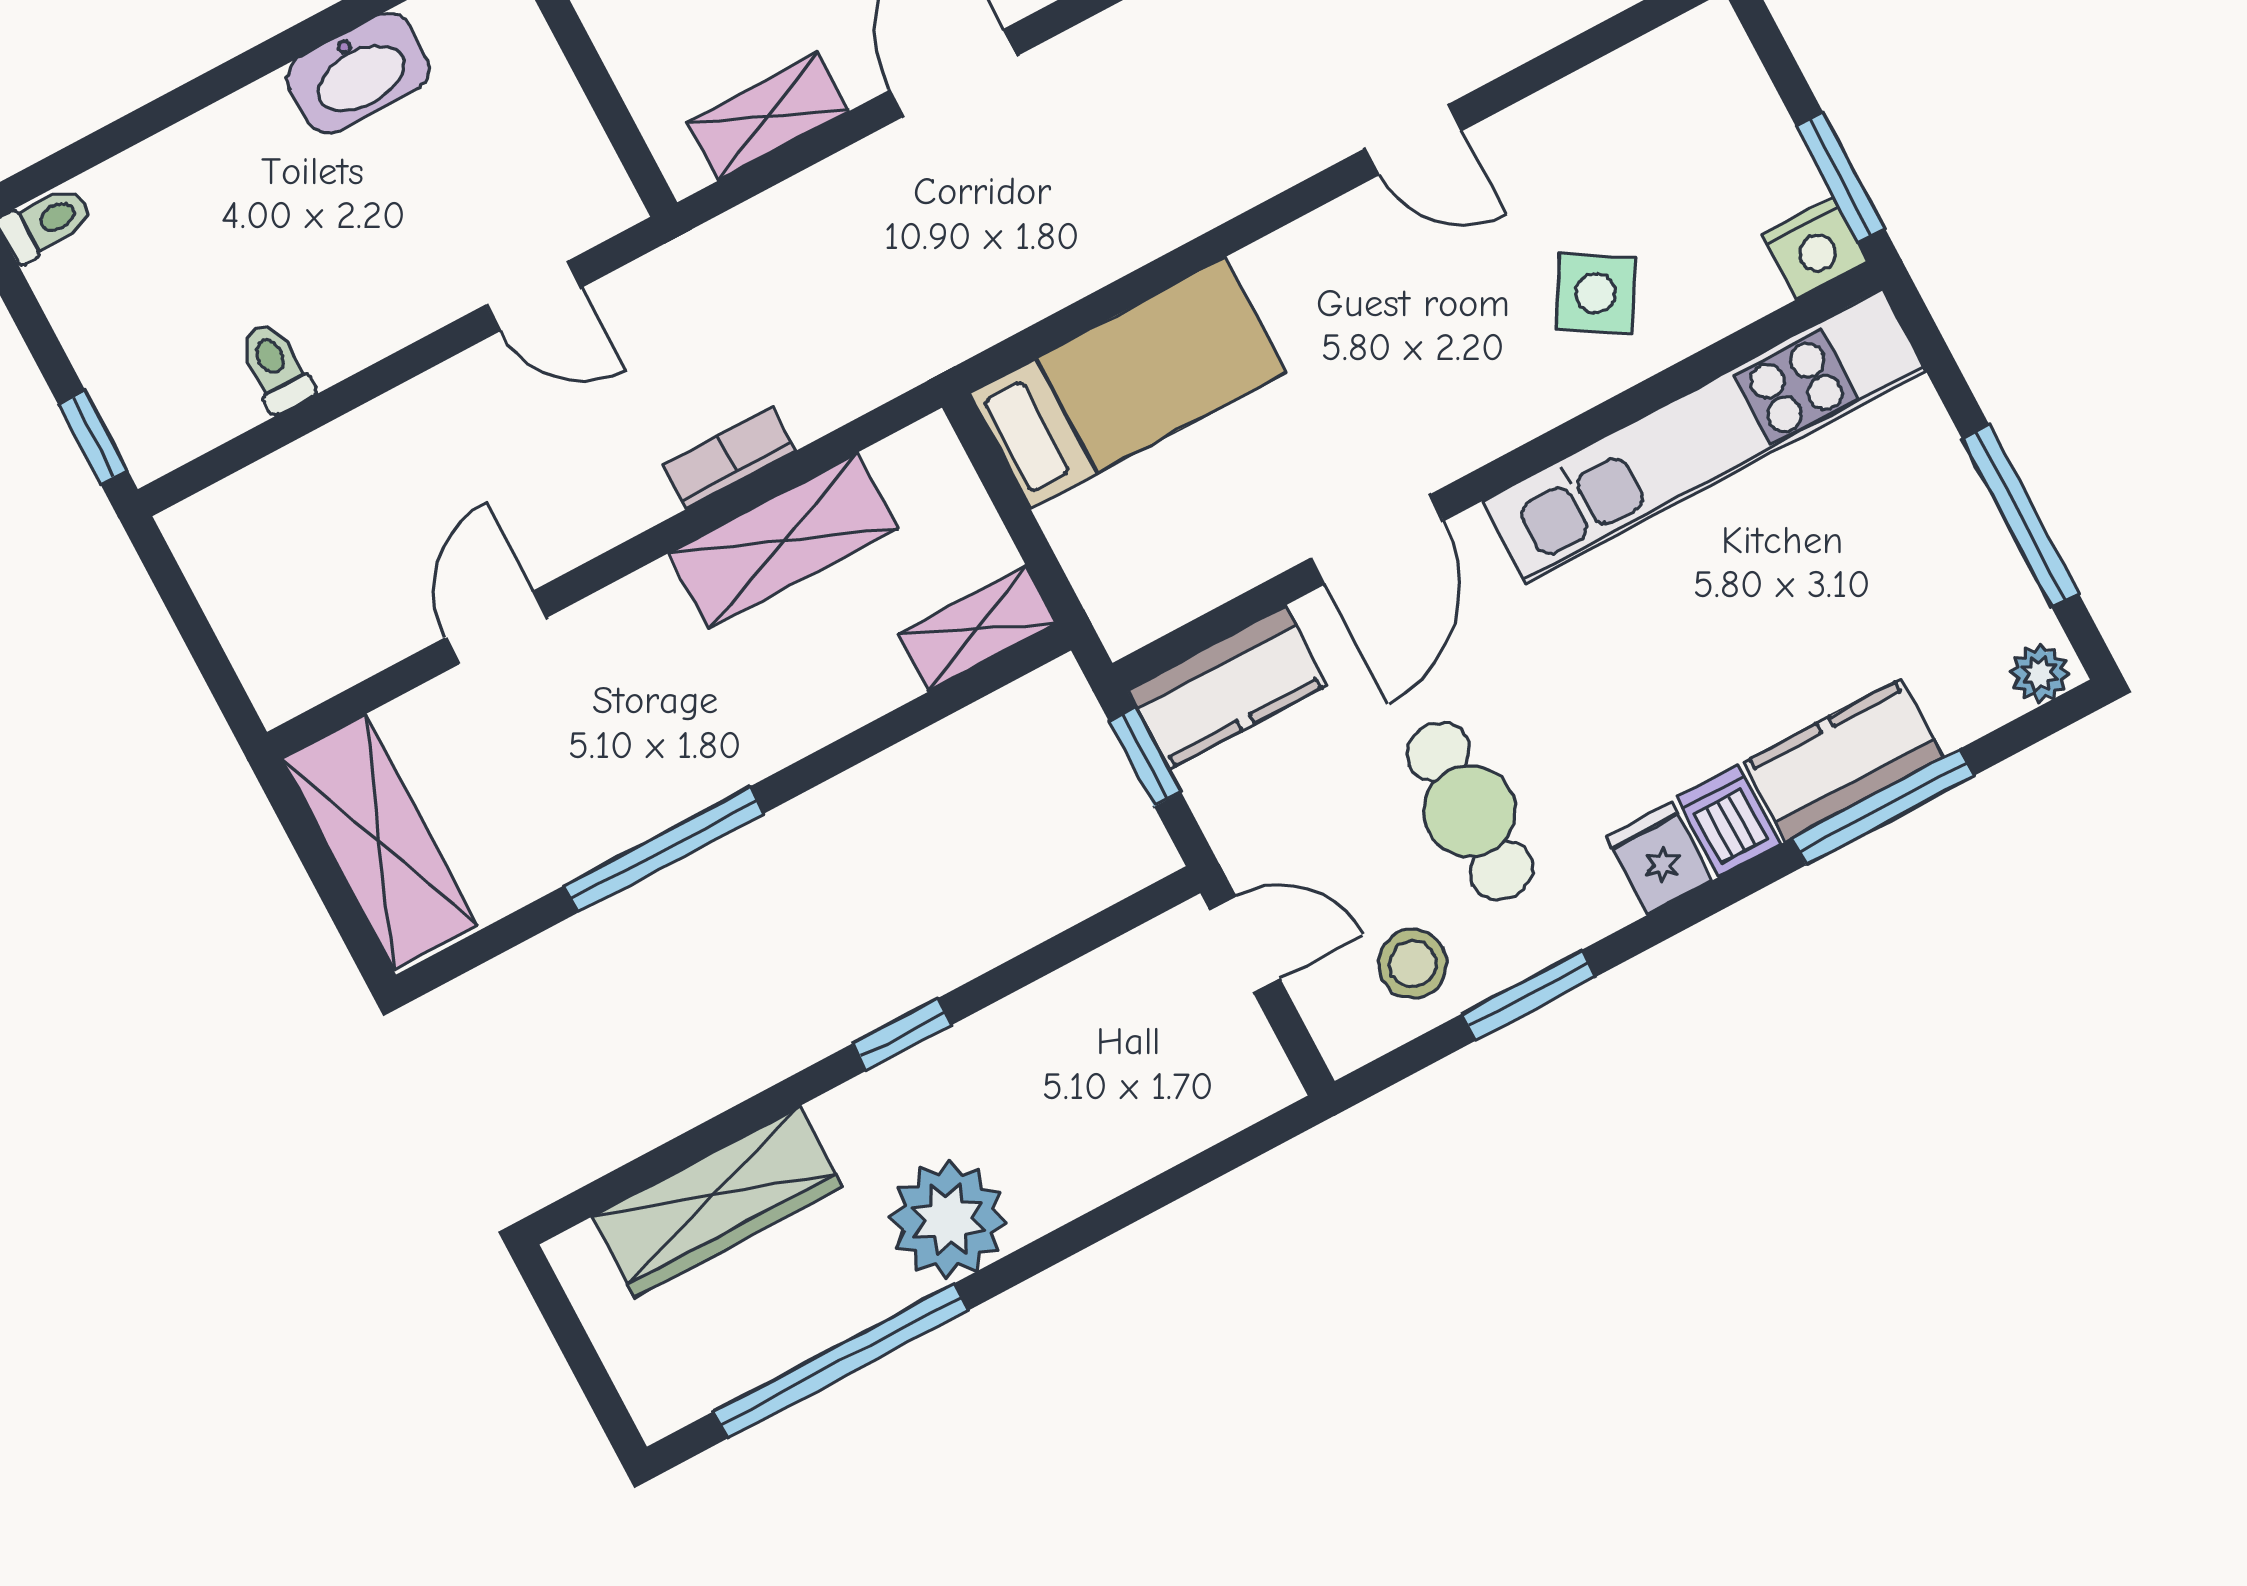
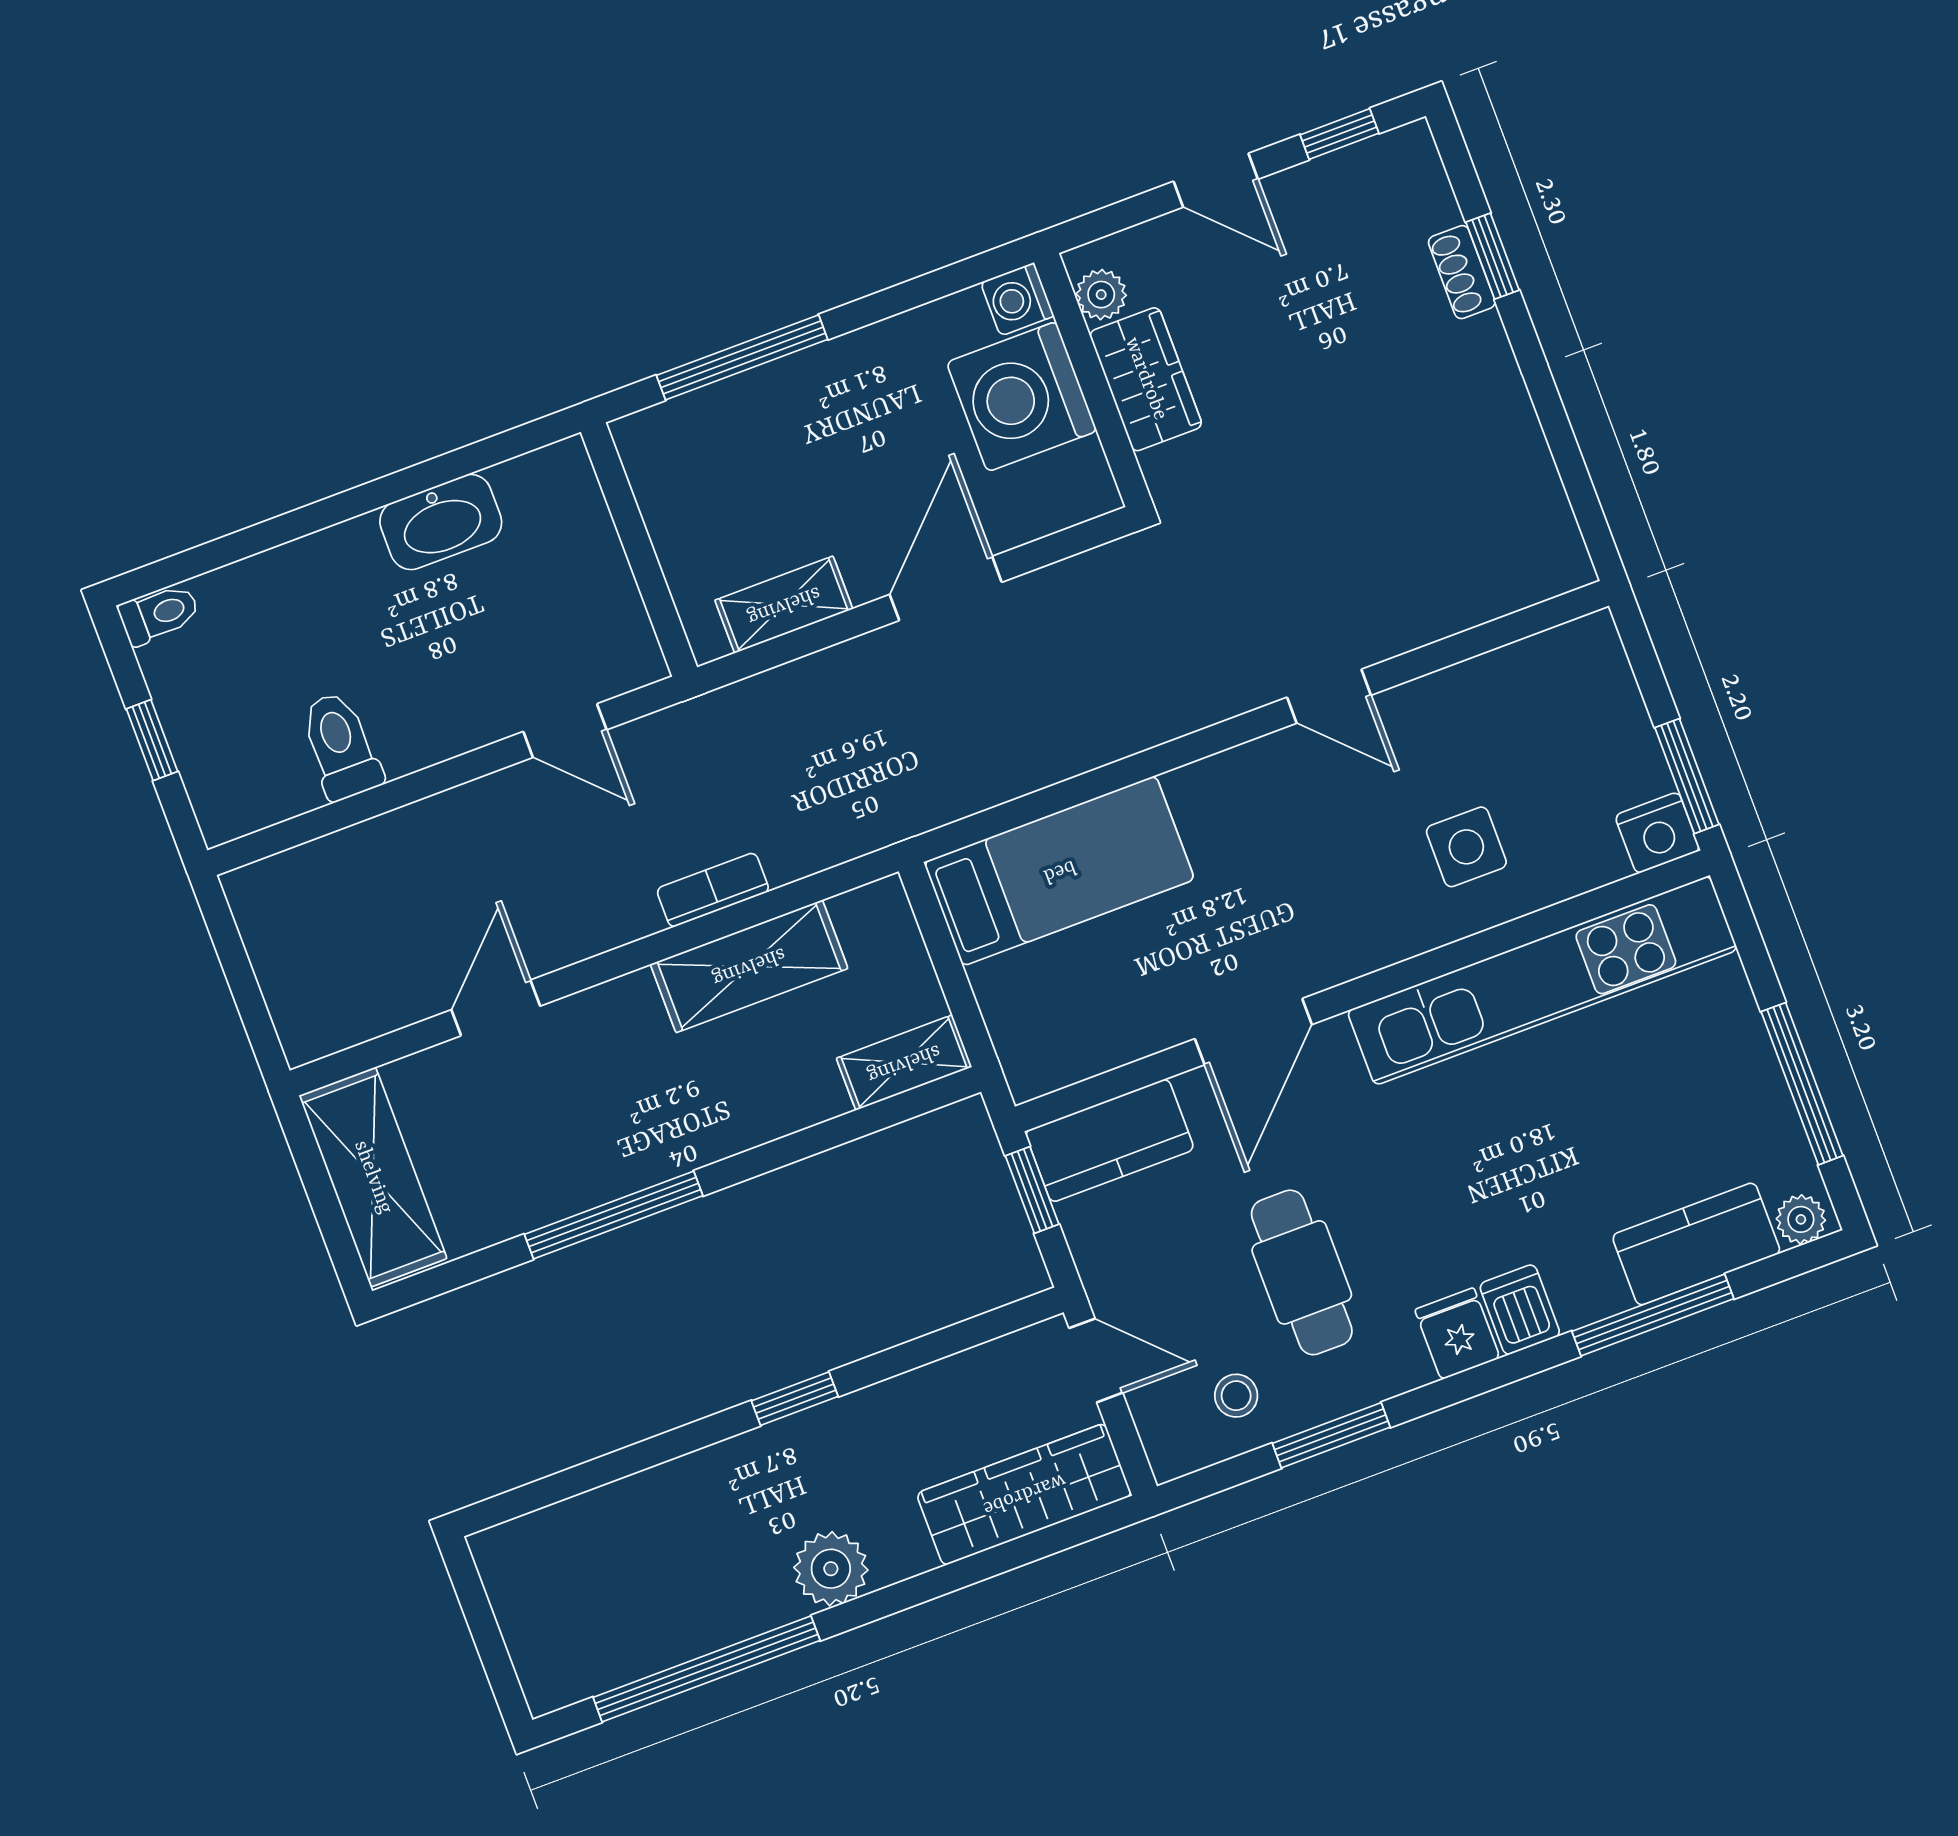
side table: (1596, 293) -> (1466, 847), turned -31
toilet: (276, 367) -> (341, 746), width x1.37, depth x1.39
window: (93, 438) -> (152, 740), moved
kitchen counter: (1843, 760) -> (1696, 1244), moved
stool: (1413, 964) -> (1236, 1396), width x0.73, depth x0.73
wardrobe: (717, 1202) -> (1024, 1494), moved, turned 180
plant: (948, 1219) -> (831, 1569), width x0.73, depth x0.73

